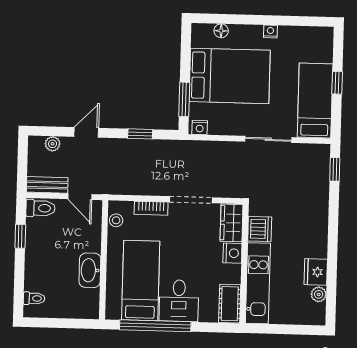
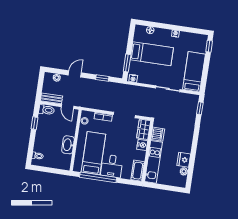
bed: (230, 76) -> (152, 54), width x0.67
window: (337, 83) -> (209, 46), moved

